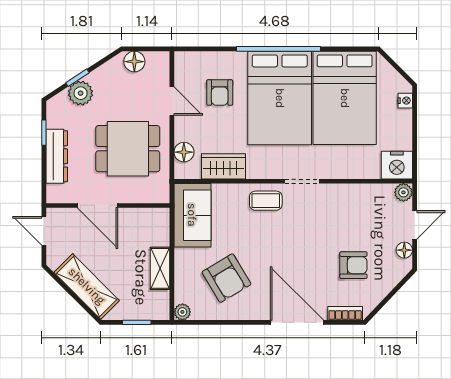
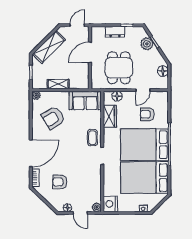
dresser: (57, 156) -> (115, 32), width x0.70
armchair: (353, 265) -> (60, 182), turned 90

